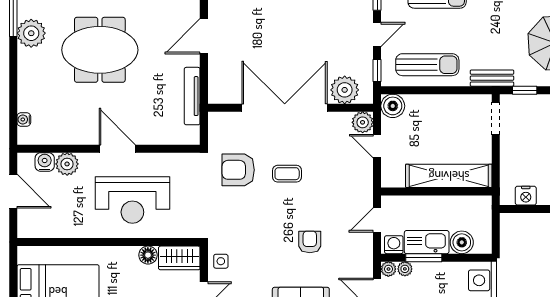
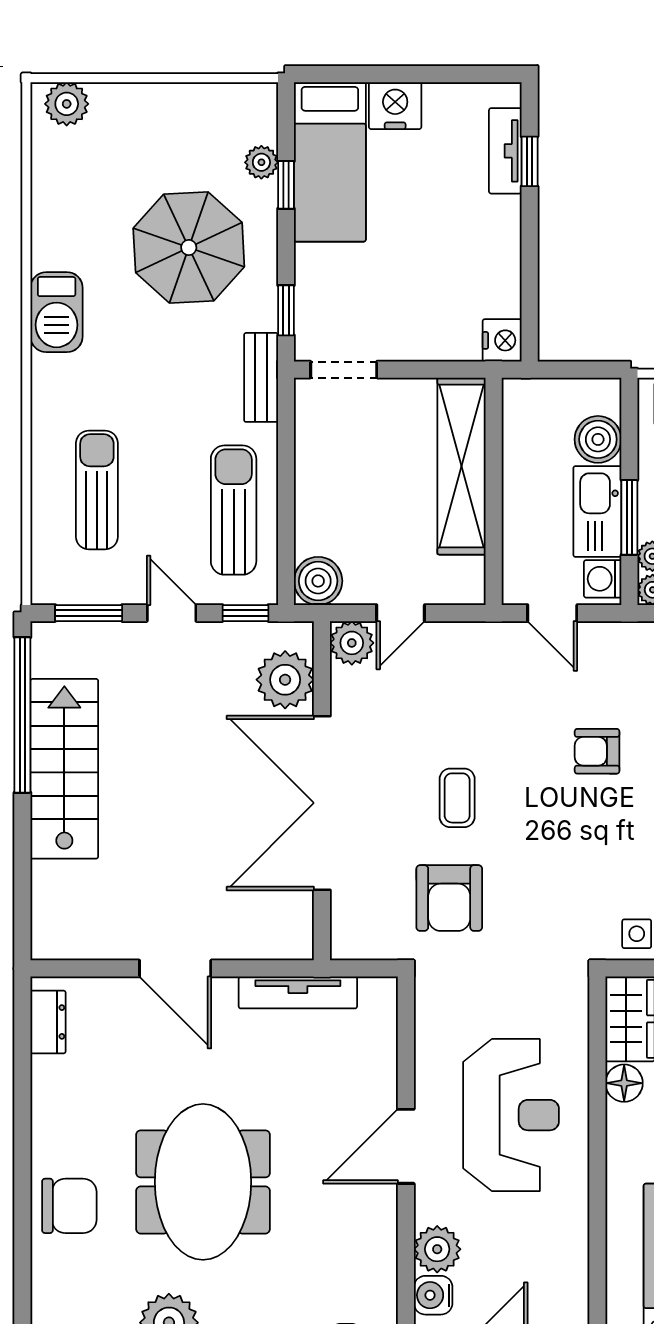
nightstand: (526, 196) -> (502, 340), moved

